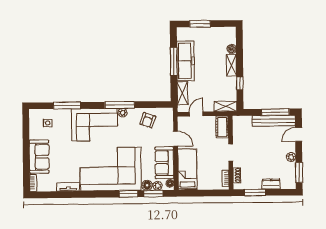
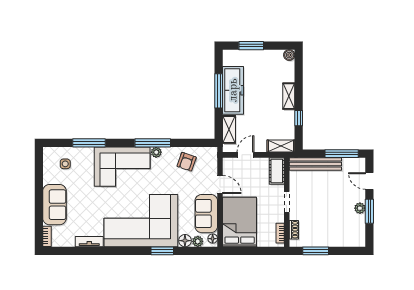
boiler: (232, 49) -> (289, 55), moved
bench: (274, 121) -> (315, 164), moved
door: (299, 135) -> (369, 181), hinge flipped
bed: (187, 169) -> (240, 222), width x1.50
window: (299, 172) -> (369, 211), moved
dresser: (271, 184) -> (335, 241), removed
window: (153, 194) -> (193, 251), removed

